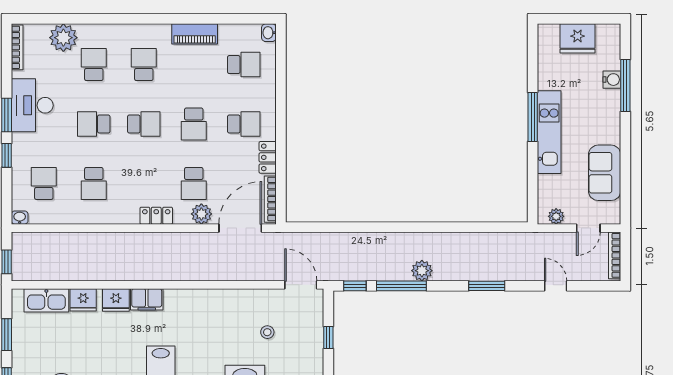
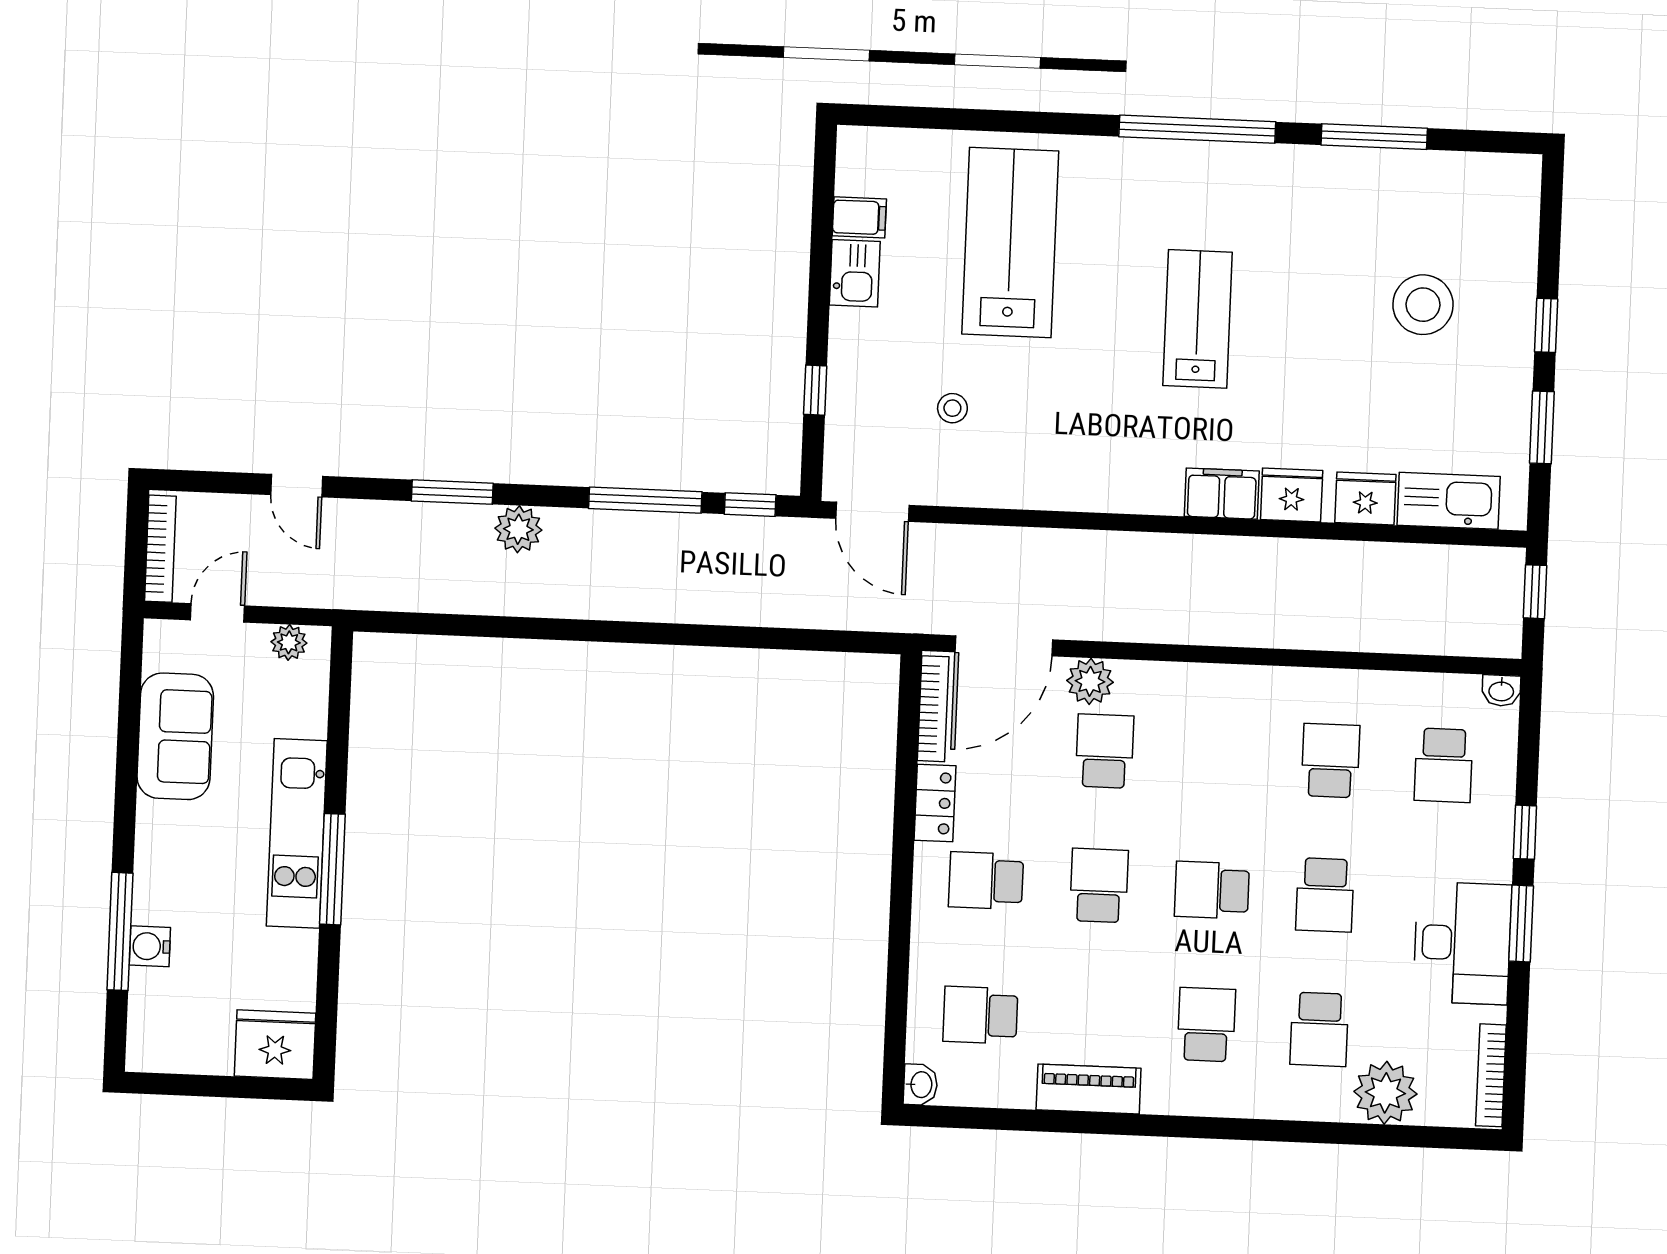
fridge: (578, 38) -> (275, 1045), moved
school desk: (144, 65) -> (1206, 1025), turned 180
school desk: (94, 124) -> (1325, 895), turned 90
locker: (156, 216) -> (1192, 682), removed
plant: (422, 271) -> (518, 529), moved

